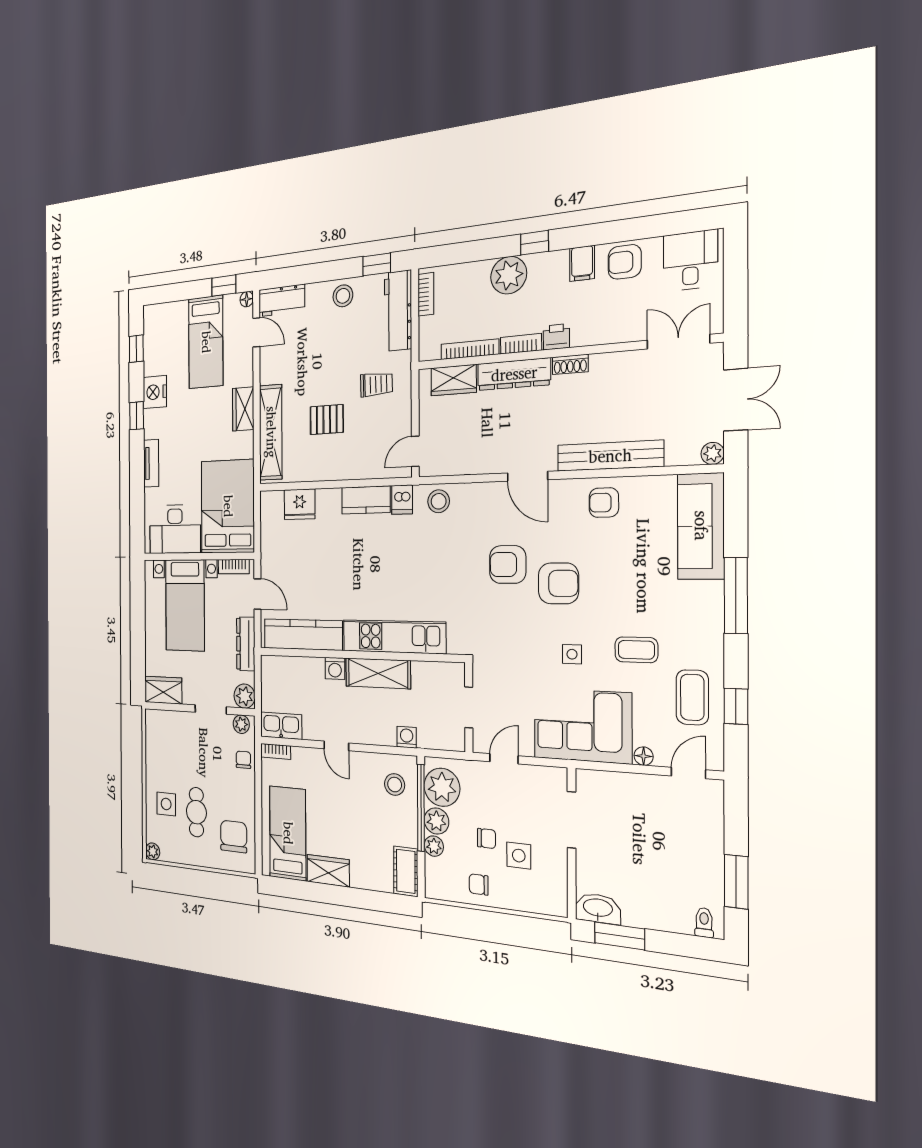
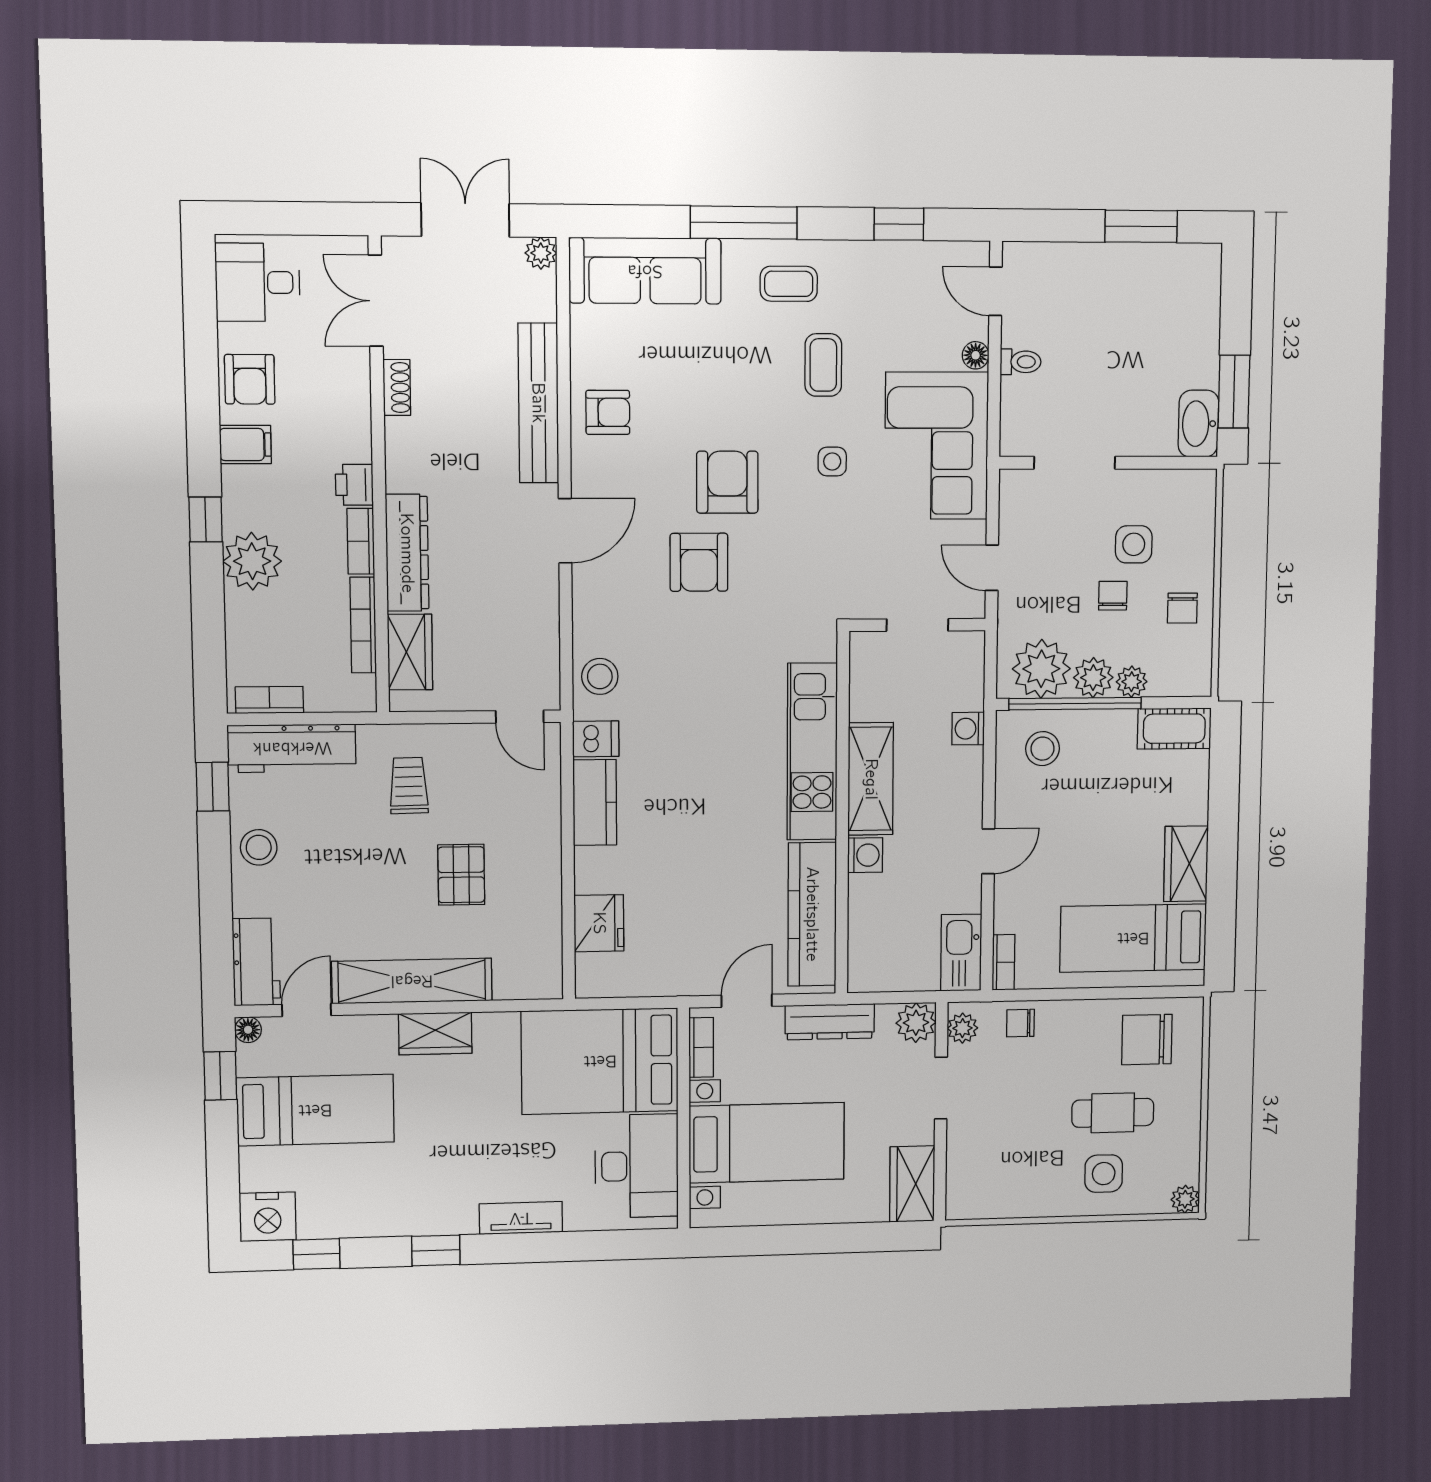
shoe rack: (570, 364) -> (397, 387), moved
nightstand: (155, 392) -> (268, 1217), moved
shelving: (271, 432) -> (412, 981), moved
armchair: (604, 503) -> (608, 412), turned -90
coffee table: (692, 697) -> (789, 284), moved, width x0.73, depth x0.77
toilet: (704, 923) -> (1021, 362), moved, turned 180

